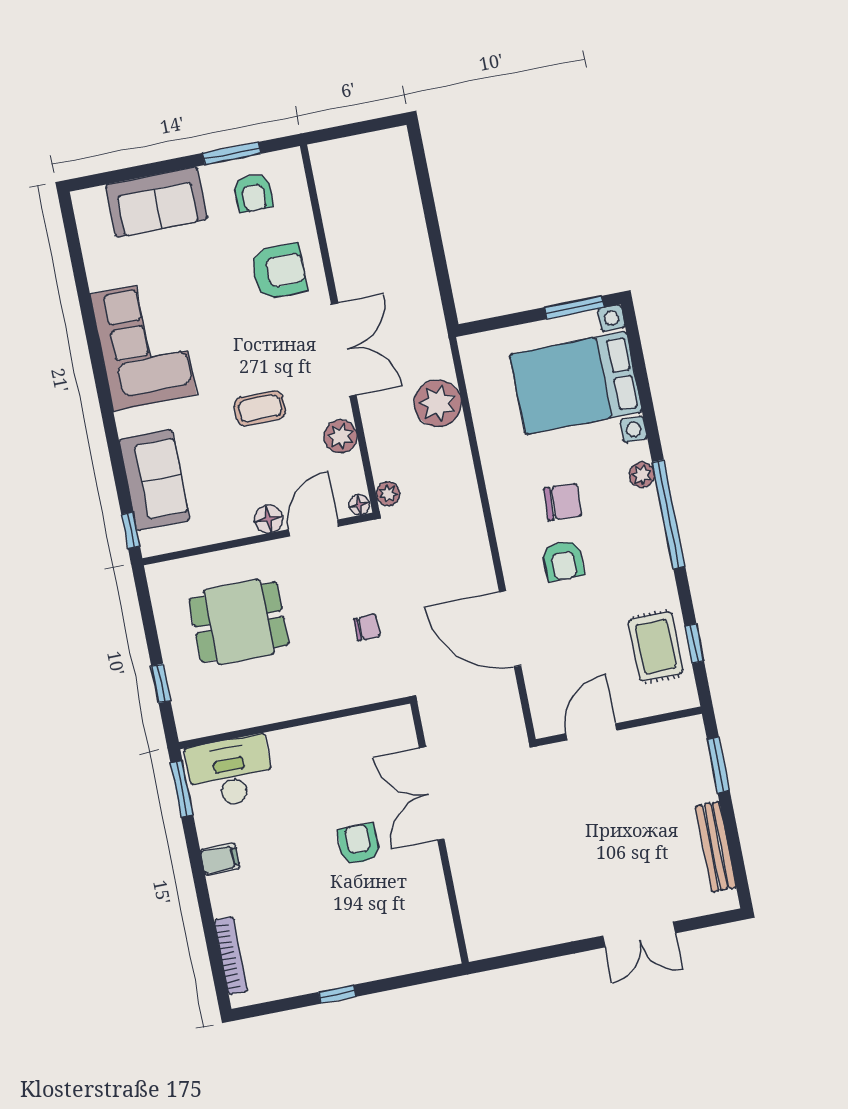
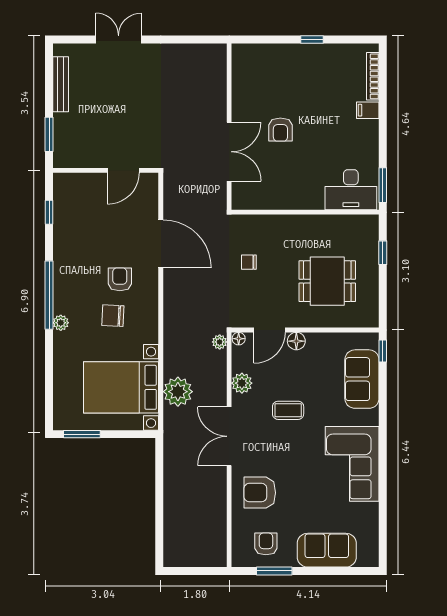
bed with nightstands: (576, 383) -> (121, 387), moved, turned 180
rug: (656, 647) -> (73, 215), removed
filing cabinet: (220, 859) -> (368, 110), moved

